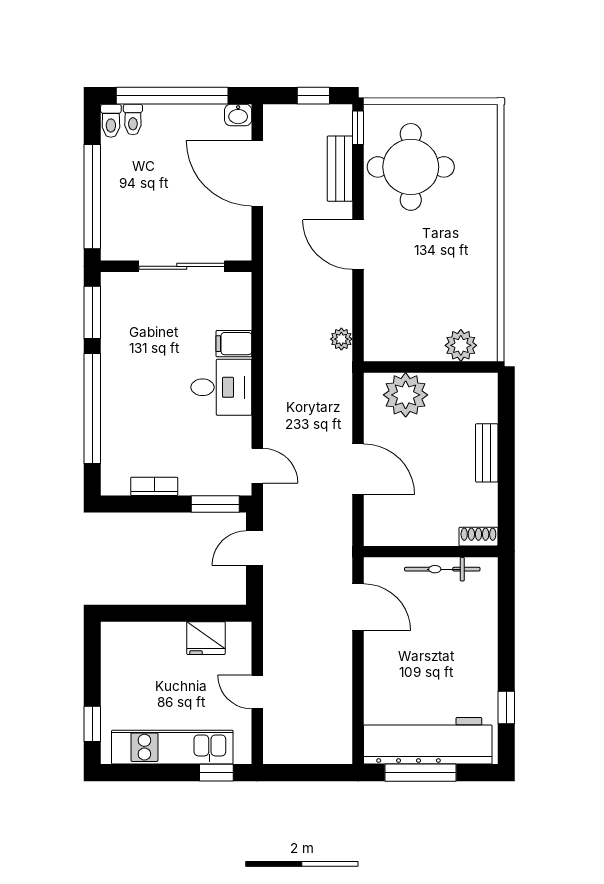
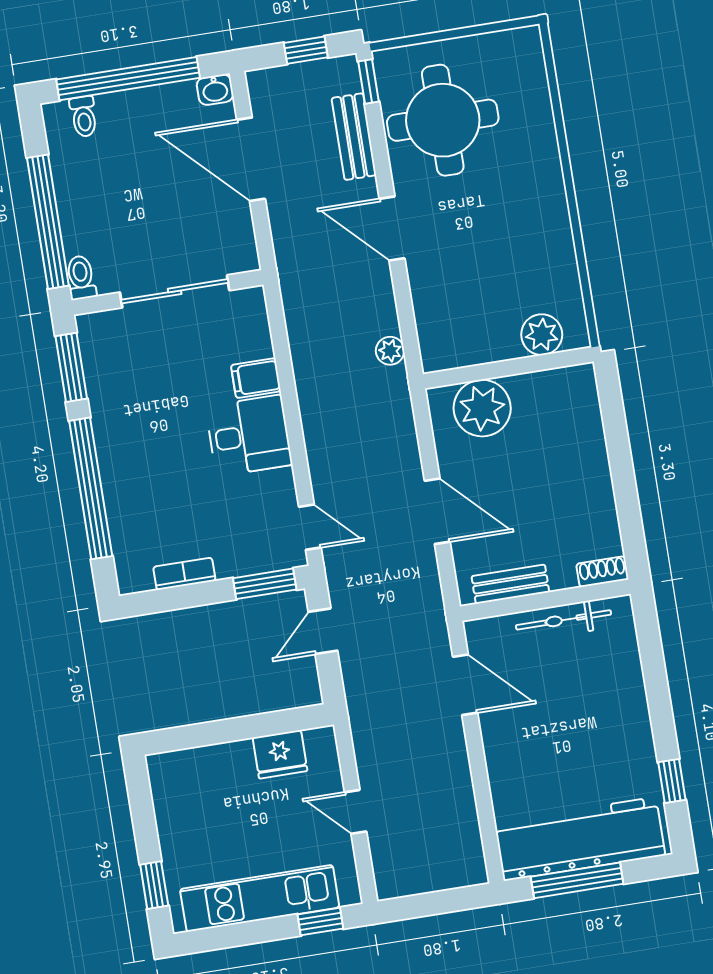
toilet: (111, 121) -> (81, 278), moved, turned 180
bench: (487, 453) -> (510, 584), moved, turned 90

